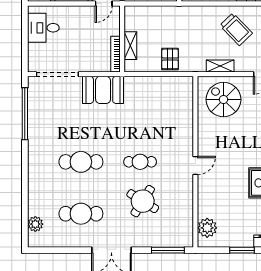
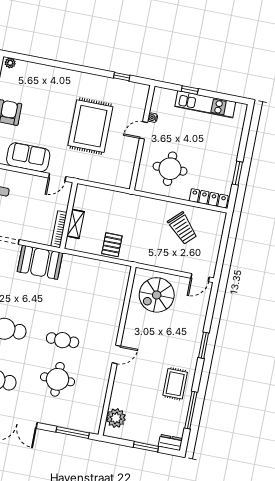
shelving: (220, 66) -> (160, 261), removed
spiral stairs: (223, 100) -> (157, 295), turned -90
round table: (143, 201) -> (58, 379), turned -32

